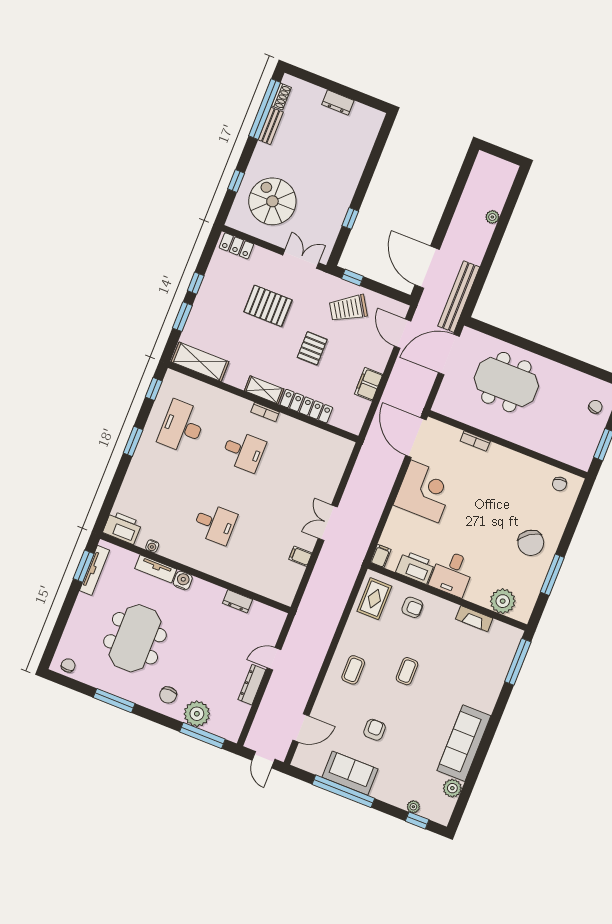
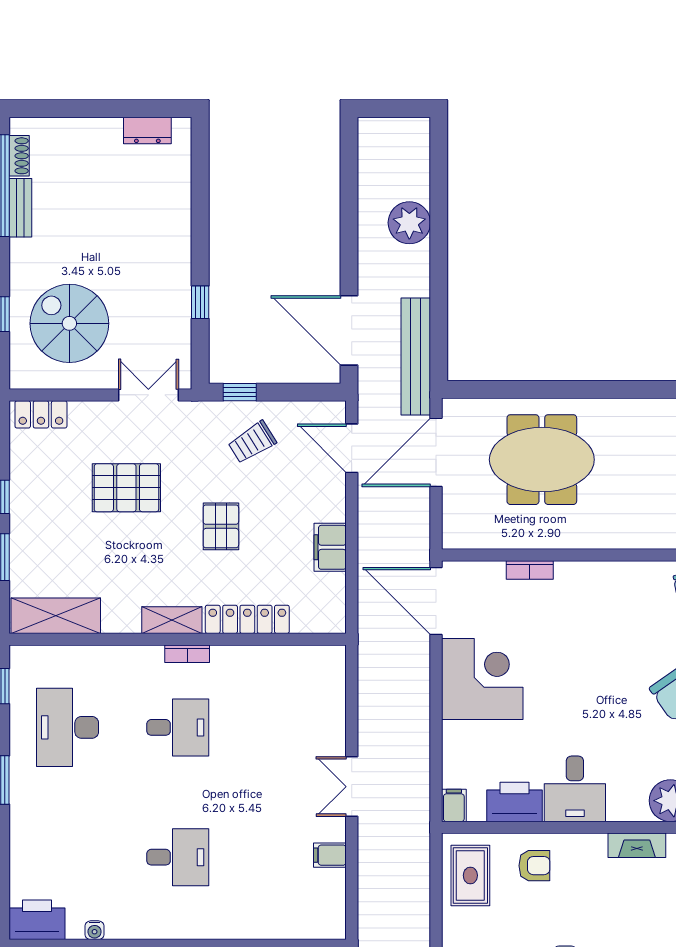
dresser: (338, 102) -> (147, 130), moved
plant: (492, 217) -> (409, 223), width x1.88, depth x1.88
trolley: (348, 308) -> (252, 442), width x0.73, depth x0.72

